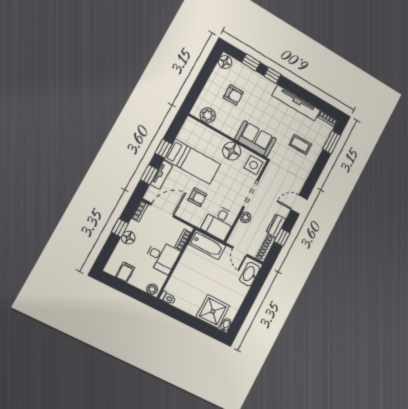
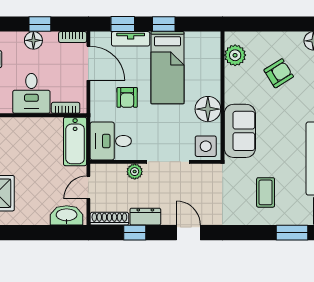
armchair: (233, 95) -> (279, 73), turned -122

